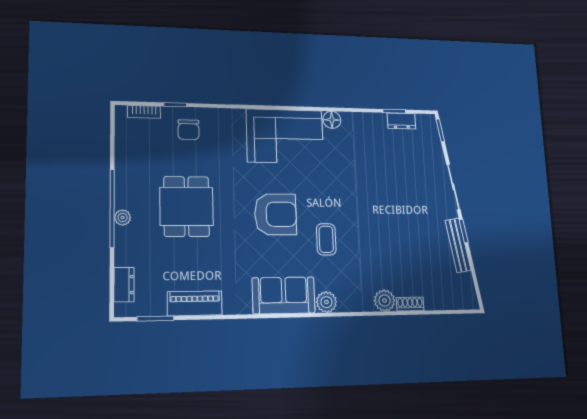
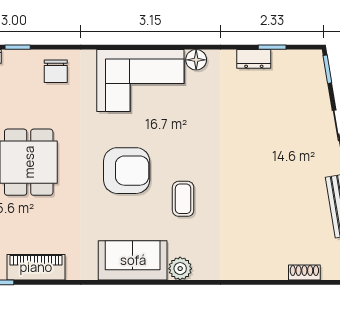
dresser: (402, 121) -> (254, 59), moved
chair: (189, 130) -> (56, 71), moved
plant: (385, 301) -> (247, 268), removed
shoe rack: (410, 304) -> (304, 272), moved

